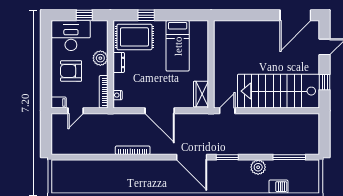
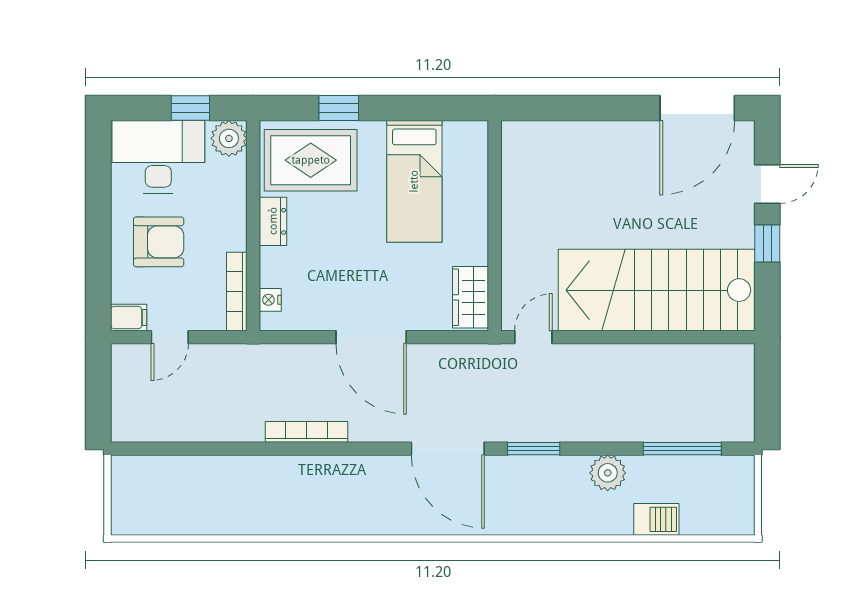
plant: (100, 58) -> (229, 138), moved
armchair: (71, 71) -> (159, 242), turned 180
window: (325, 82) -> (767, 244), moved

